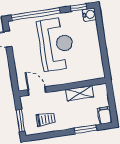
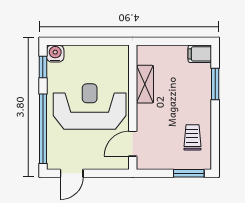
wall: (62, 87) -> (133, 107), moved
door: (37, 91) -> (133, 144), moved
shelving: (80, 93) -> (145, 84), moved

